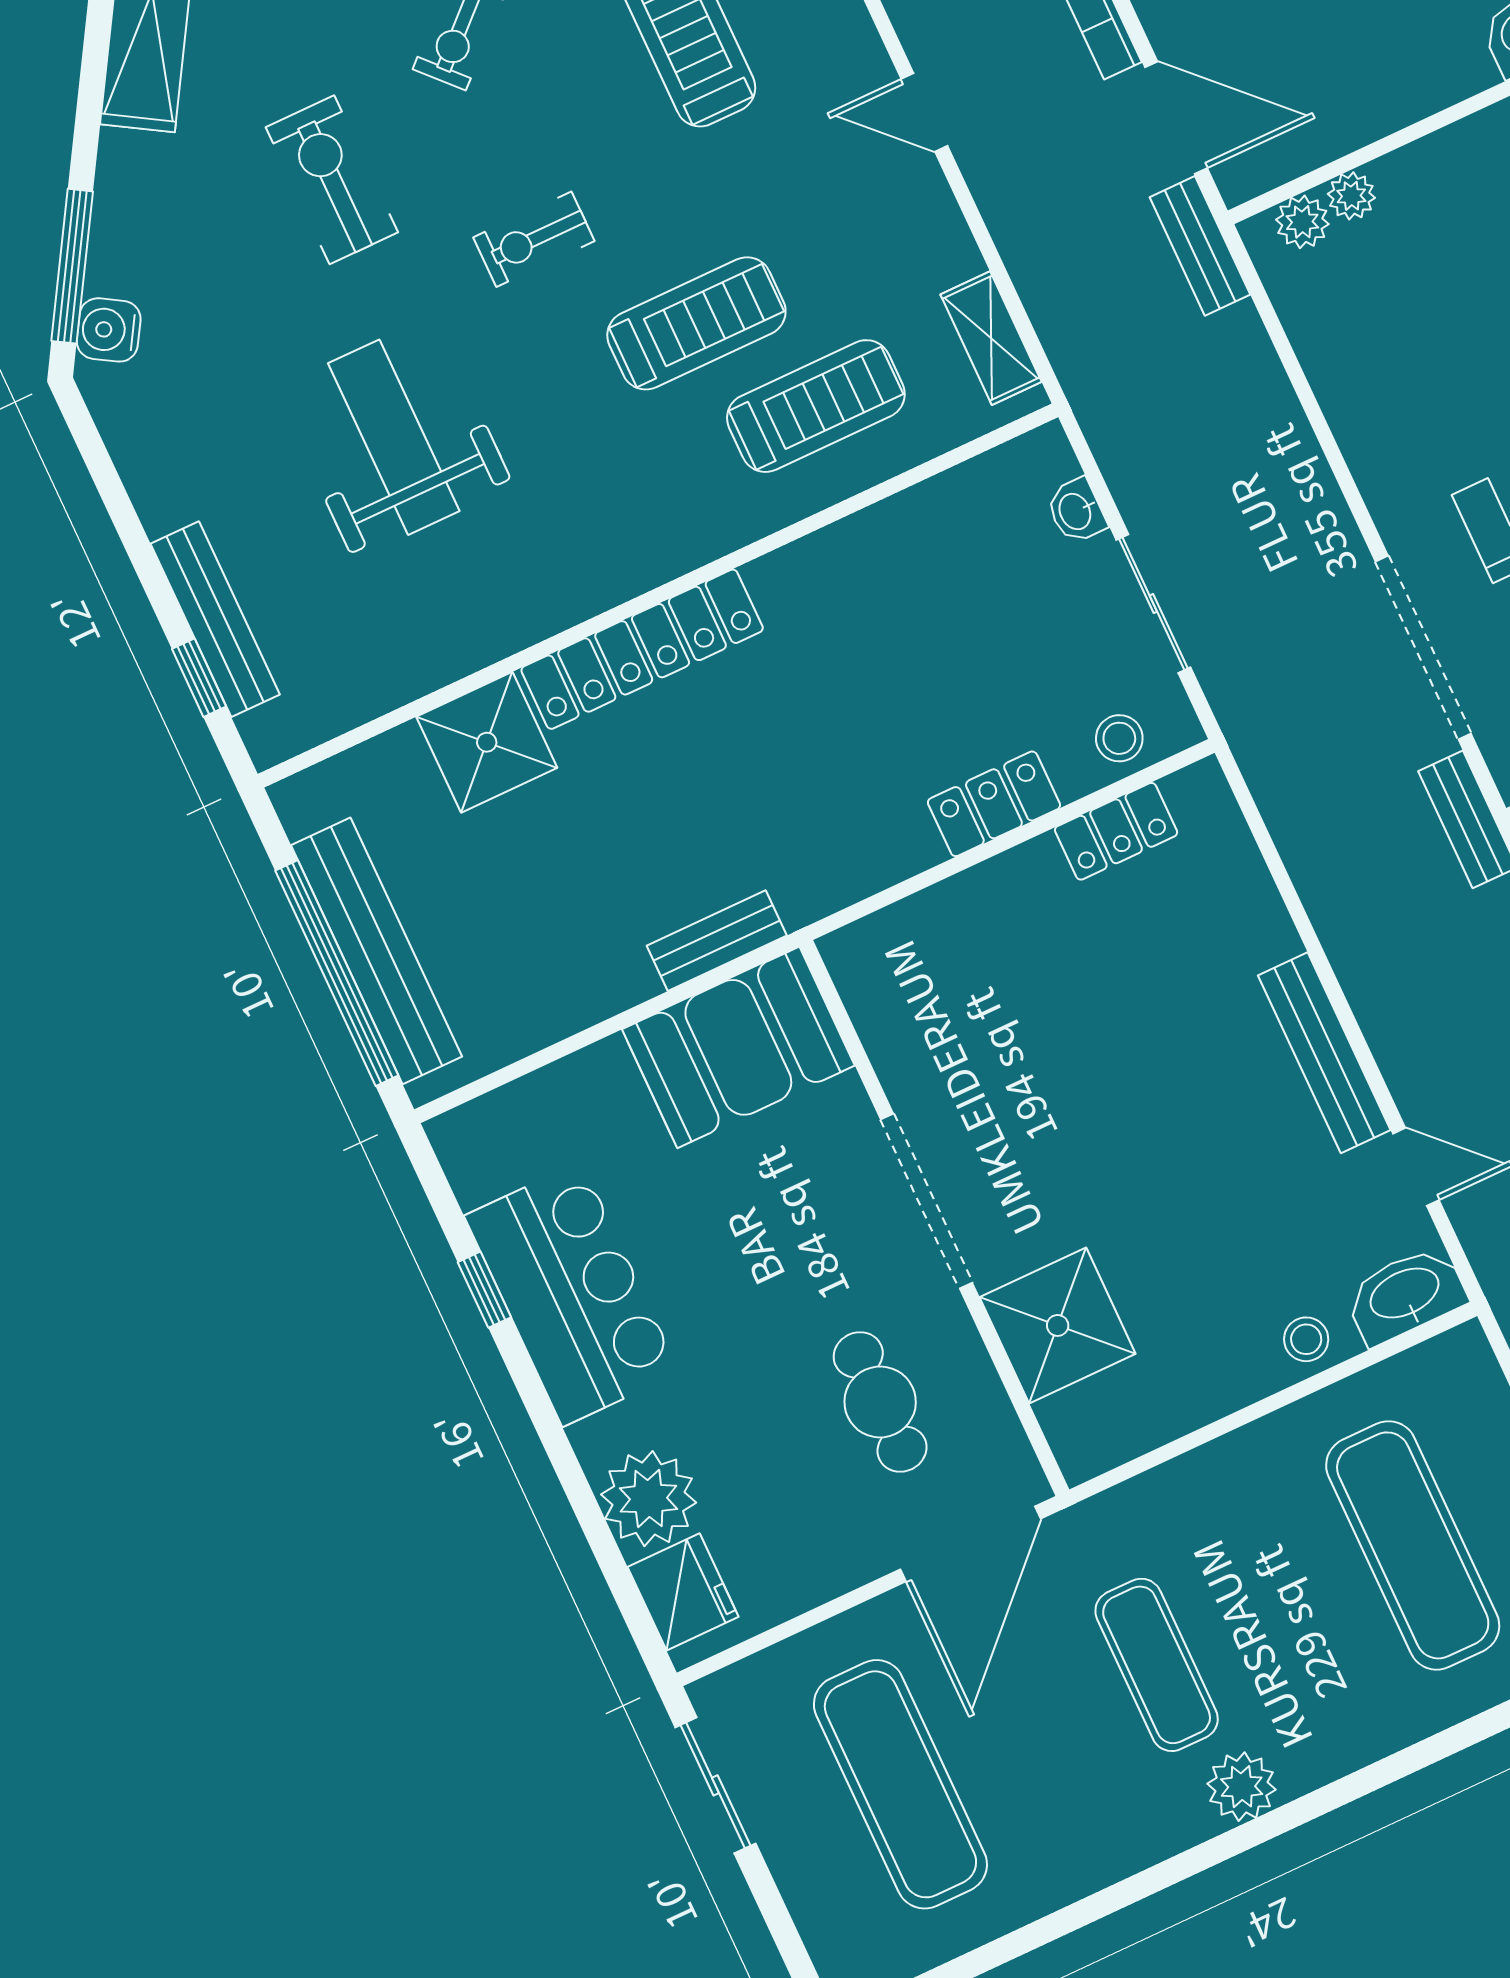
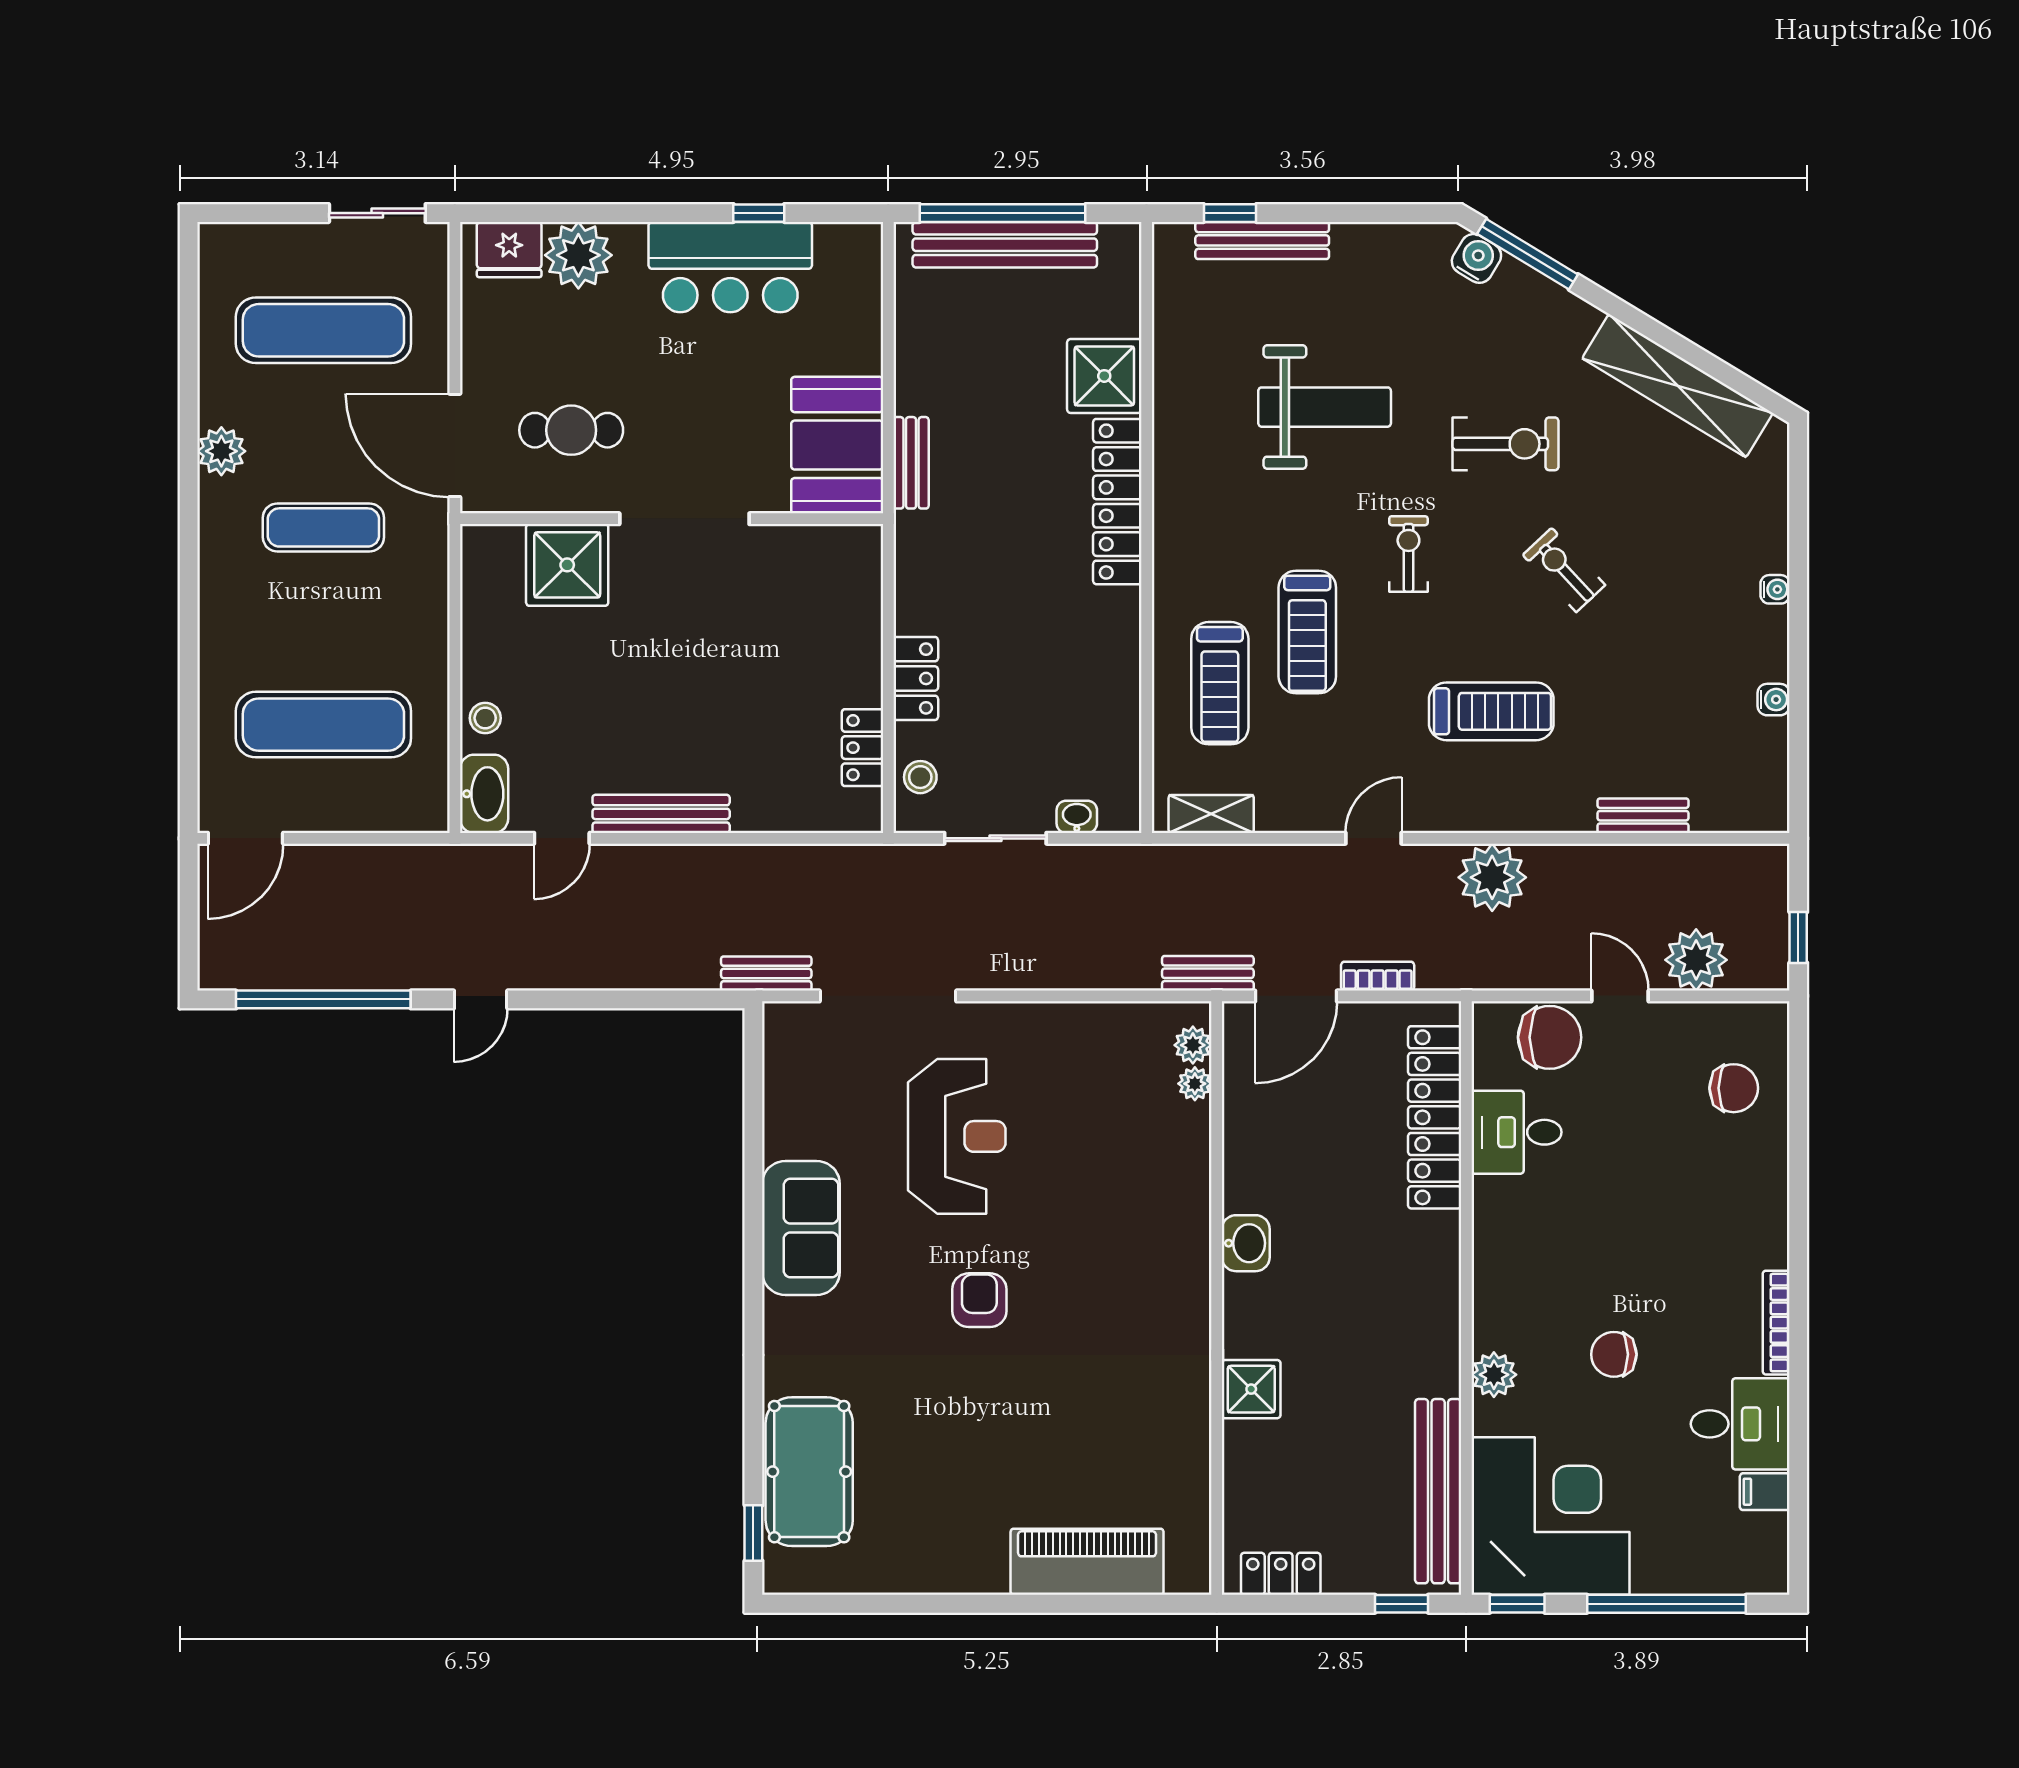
plant: (1242, 1787) -> (221, 451), moved

